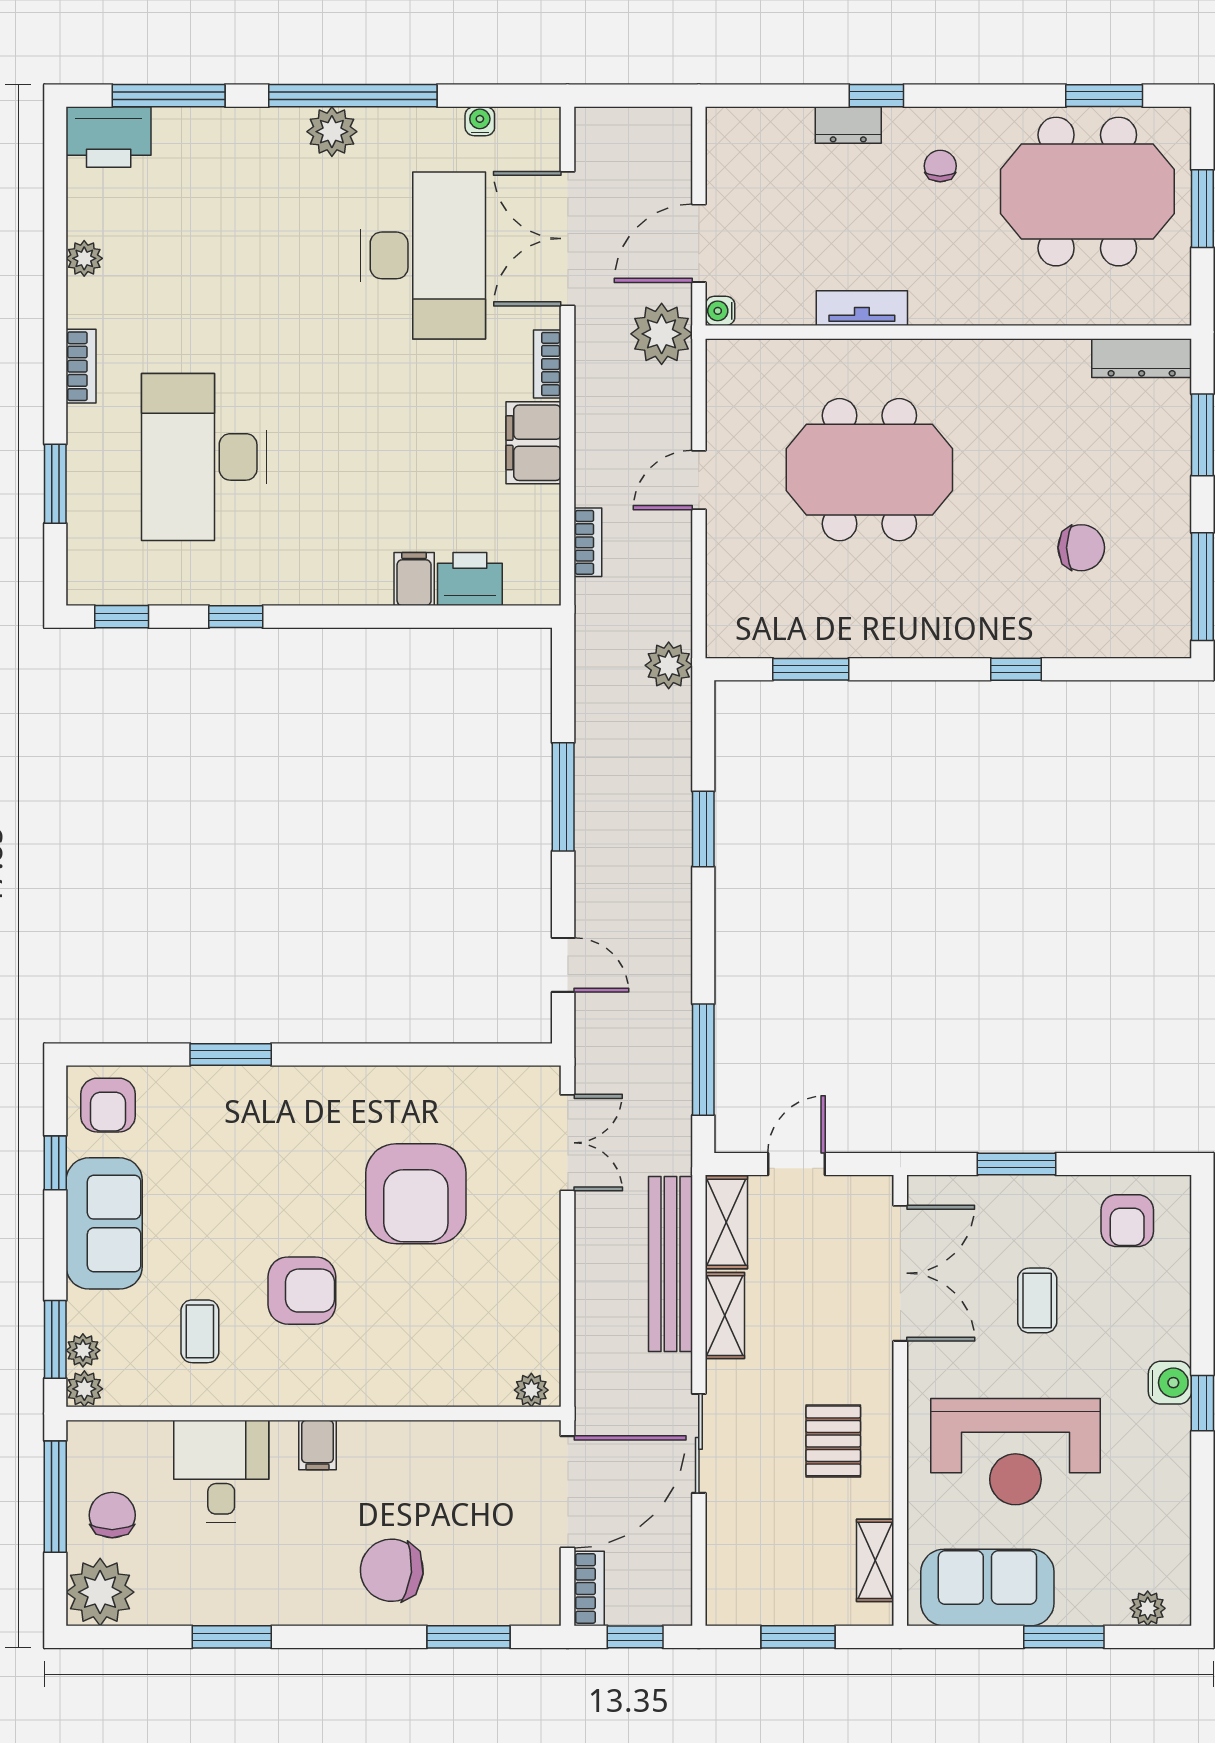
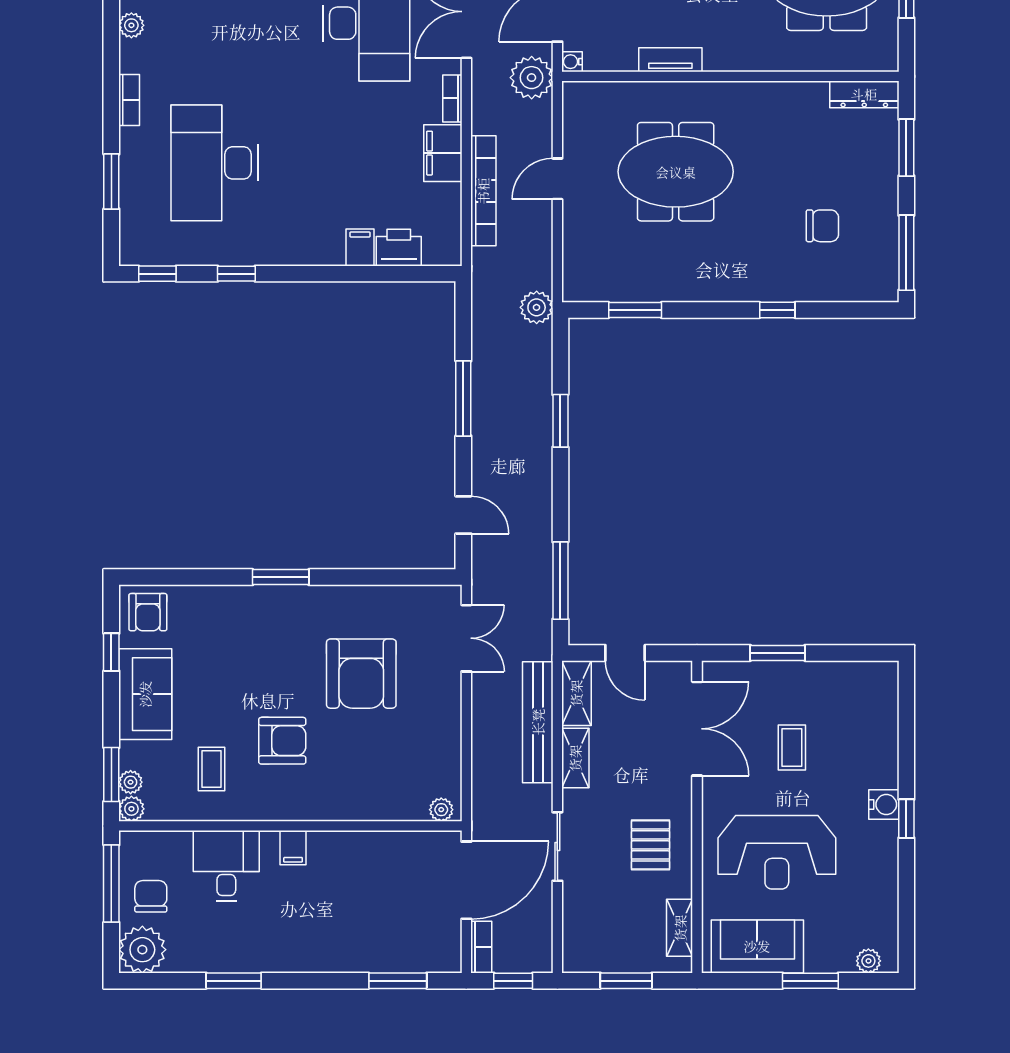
bookcase: (588, 542) -> (483, 191), width x2.31, depth x1.31
window: (231, 1055) -> (281, 577), moved
door: (796, 1164) -> (625, 653), swing flipped
armchair: (1127, 1221) -> (854, 692), removed
chair: (392, 1570) -> (345, 935), removed

